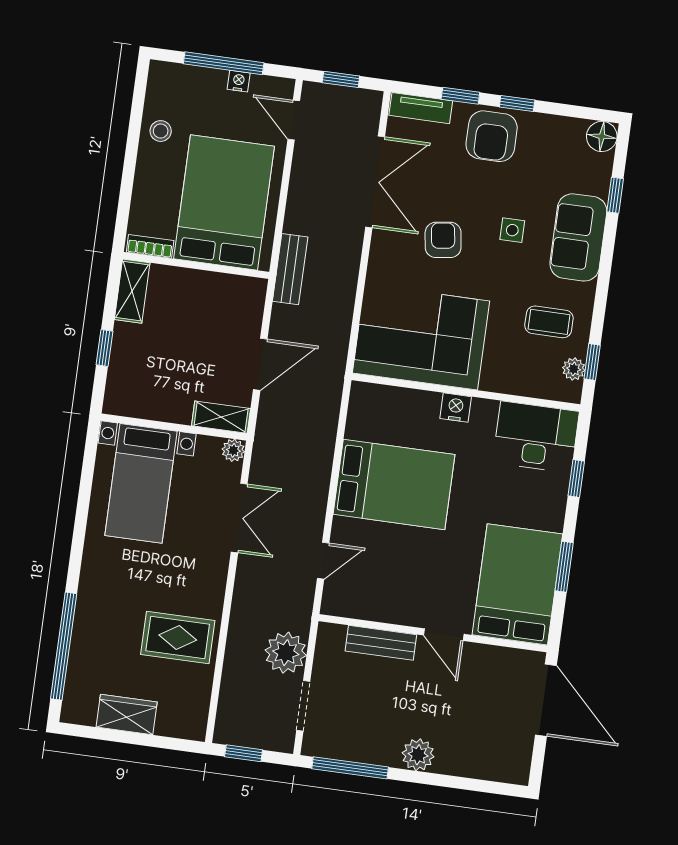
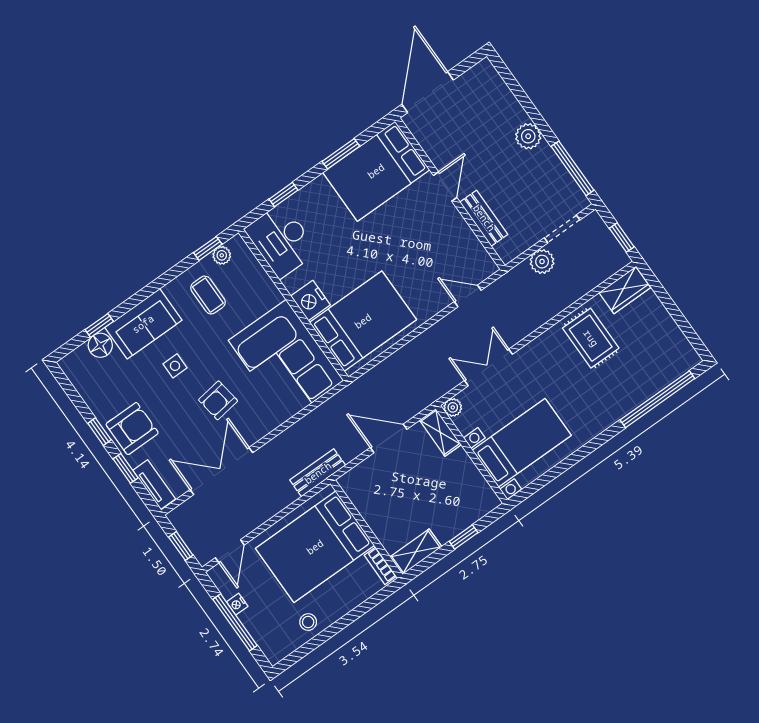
floor lamp: (602, 136) -> (100, 345), moved
nightstand: (456, 408) -> (311, 300), width x1.36, depth x1.33
bed: (394, 484) -> (363, 321), moved, turned 90
plant: (286, 653) -> (542, 262), width x0.73, depth x0.73
wardrobe: (127, 715) -> (625, 290), moved, turned -90

